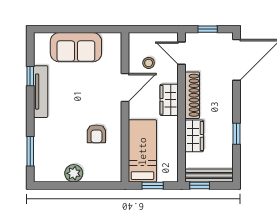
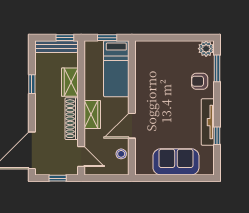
stool: (149, 63) -> (121, 154), moved
armchair: (96, 134) -> (200, 81), moved, turned -90
plant: (74, 173) -> (206, 49), moved

